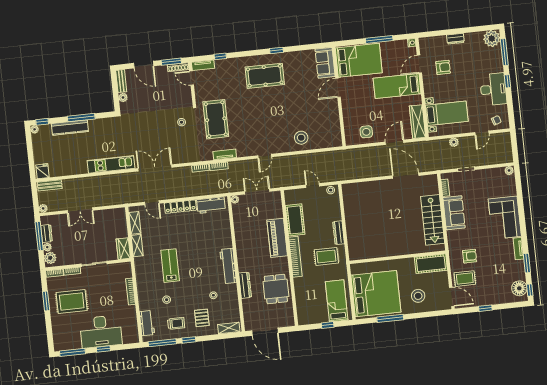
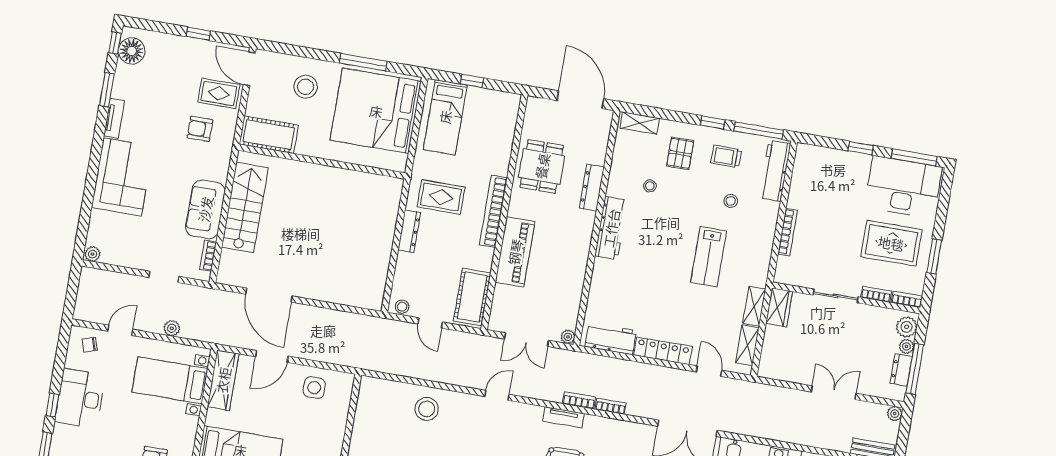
cot: (295, 220) -> (472, 297), moved
workbench: (147, 323) -> (775, 171), width x1.38
desk: (101, 331) -> (903, 187), moved

